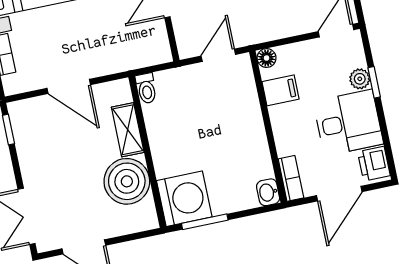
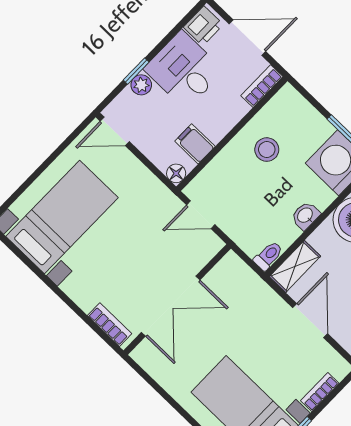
shelving: (128, 130) -> (295, 266), moved
stool: (235, 147) -> (267, 150), added
washbasin: (268, 192) -> (305, 216), moved, turned 180

